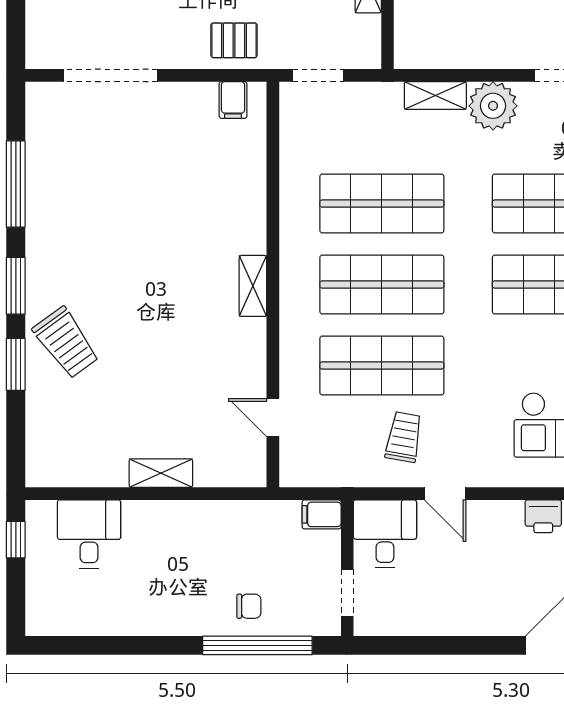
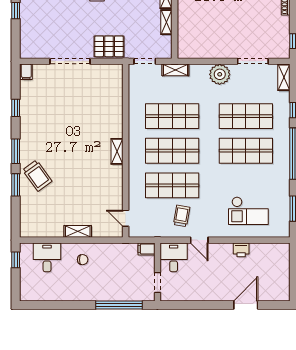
pallet: (234, 40) -> (109, 46), width x1.50, depth x1.42
doorway: (111, 75) -> (70, 61), moved
shelving: (435, 96) -> (175, 70), moved
filing cabinet: (233, 100) -> (26, 72), moved
window: (16, 184) -> (16, 108), width x0.46
door: (273, 418) -> (126, 218), moved
chair: (249, 606) -> (83, 260), moved

